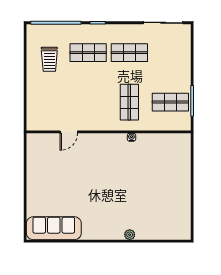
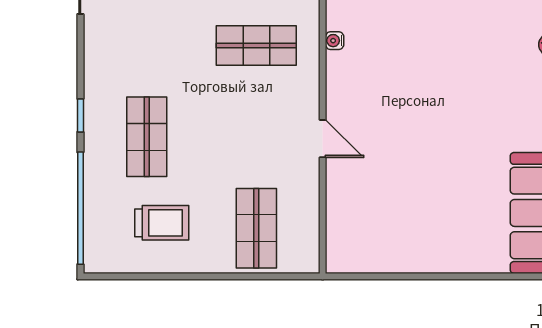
shop shelf: (129, 53) -> (256, 228), moved
door: (69, 132) -> (323, 139), moved

